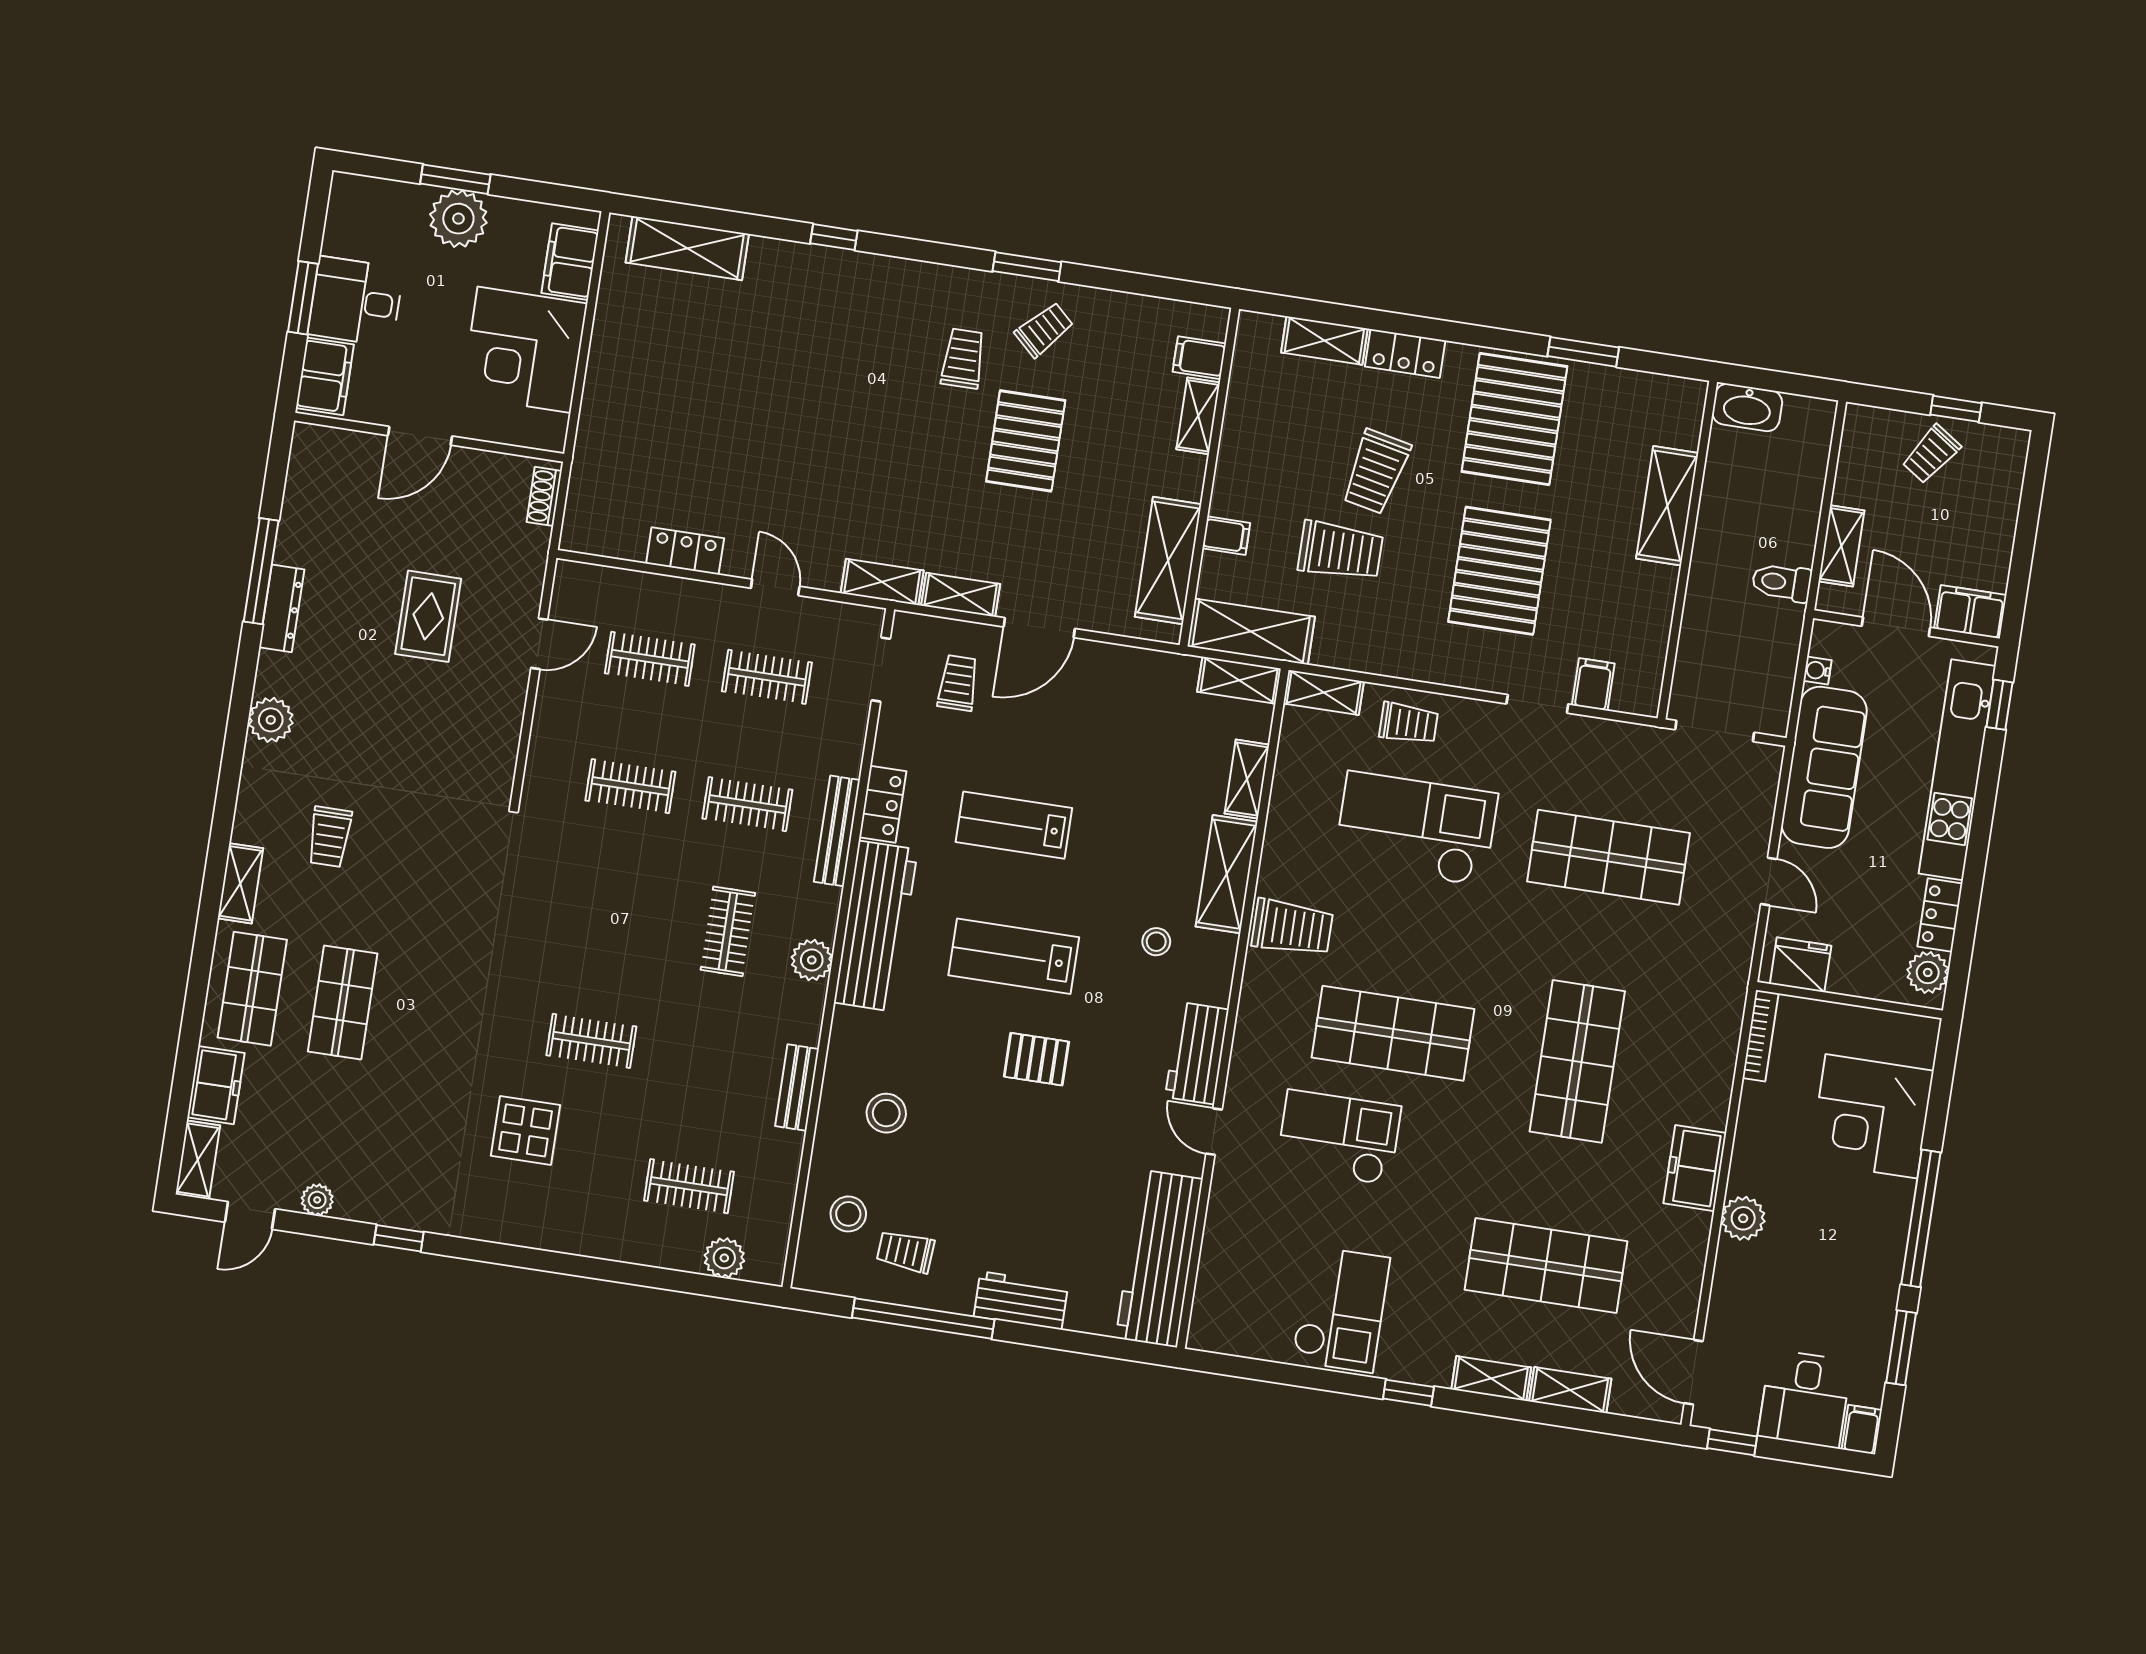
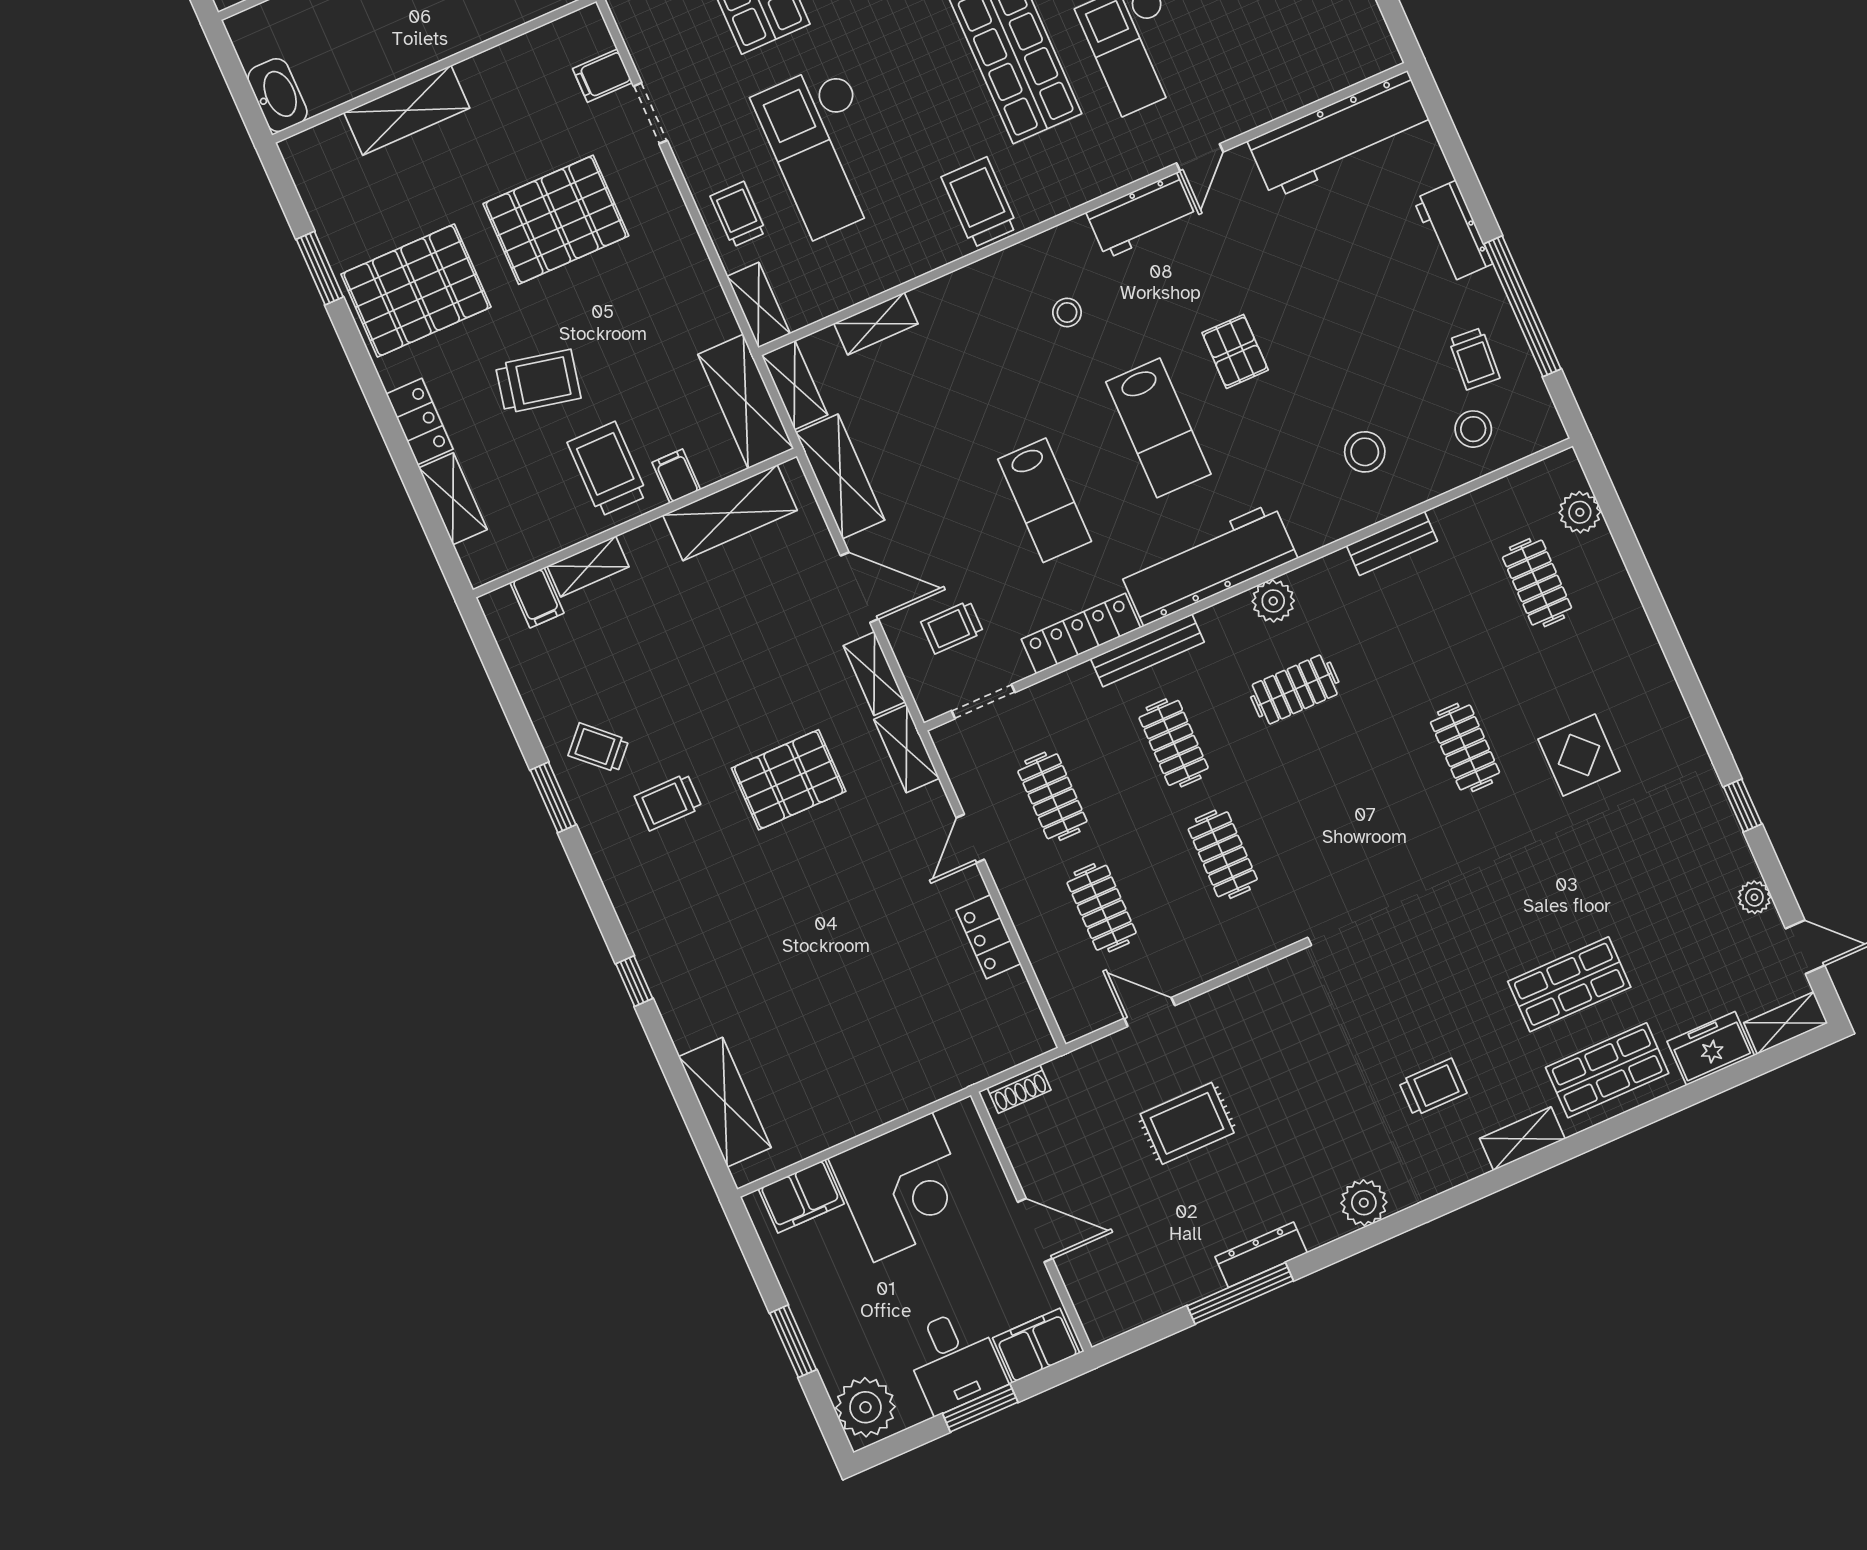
plant: (458, 219) -> (865, 1407), moved
pallet: (1026, 441) -> (789, 780), moved
trolley: (1340, 551) -> (608, 469), moved
locker: (883, 804) -> (1081, 633), width x1.53
shelving: (1227, 874) -> (840, 476), moved, turned 90

